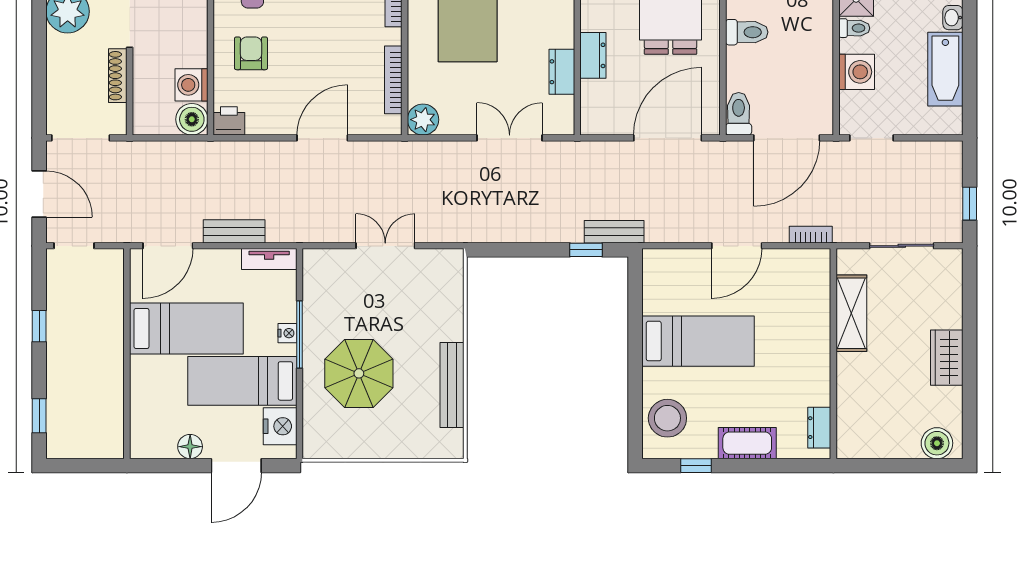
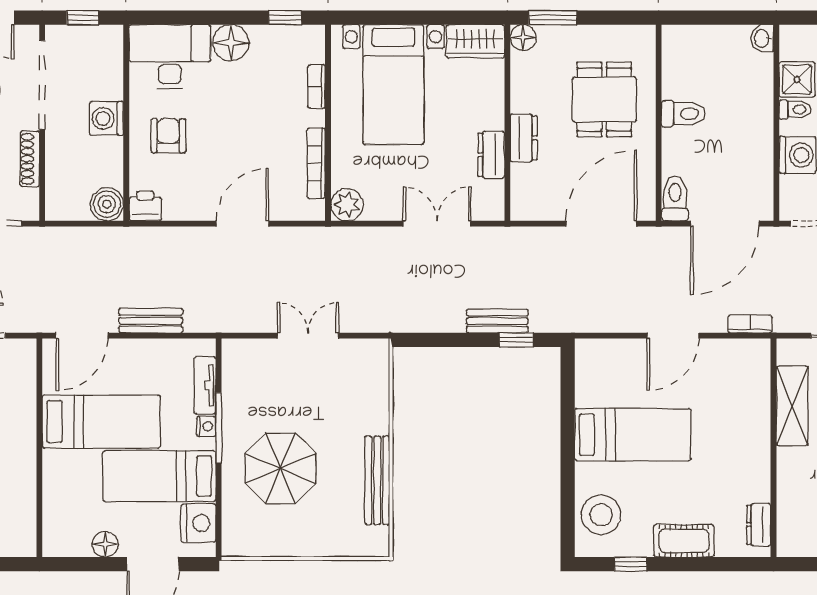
washing machine: (191, 85) -> (106, 118), moved
bench: (614, 232) -> (497, 321), moved
tv unit: (269, 259) -> (205, 385), moved, turned 90

